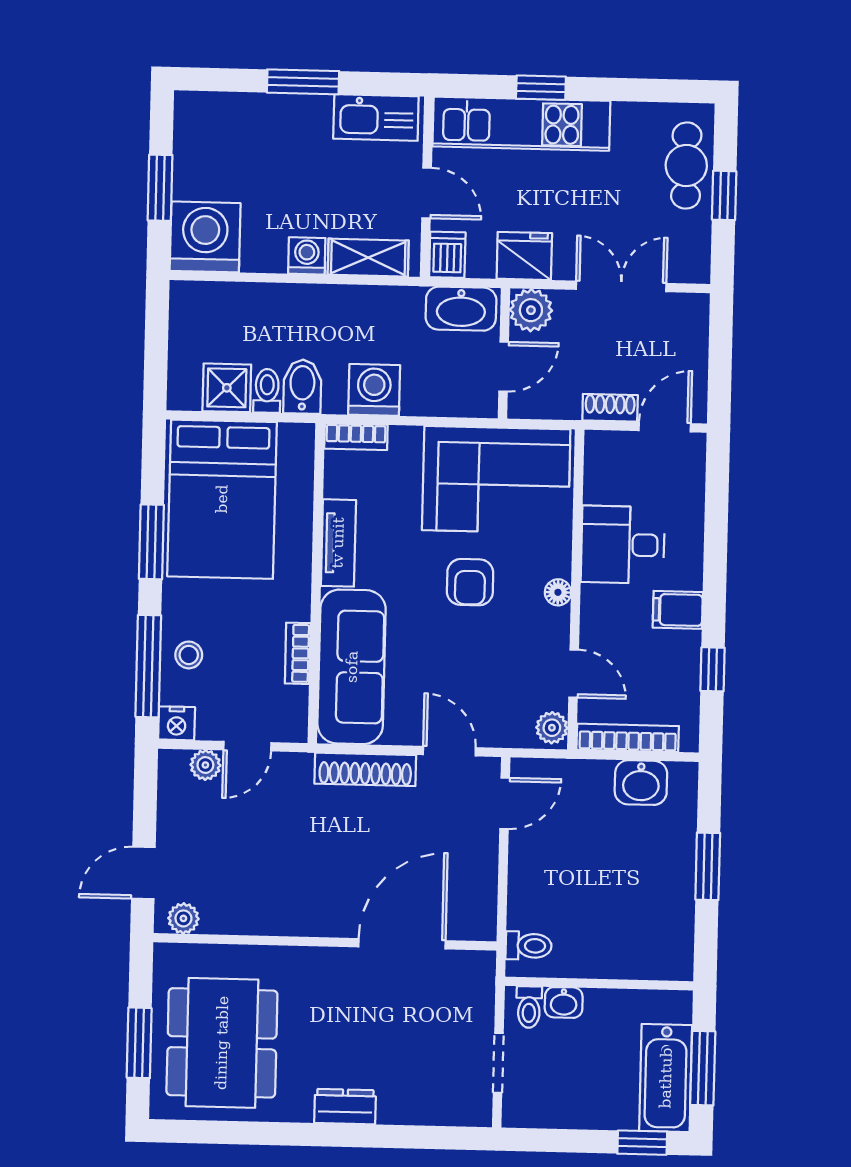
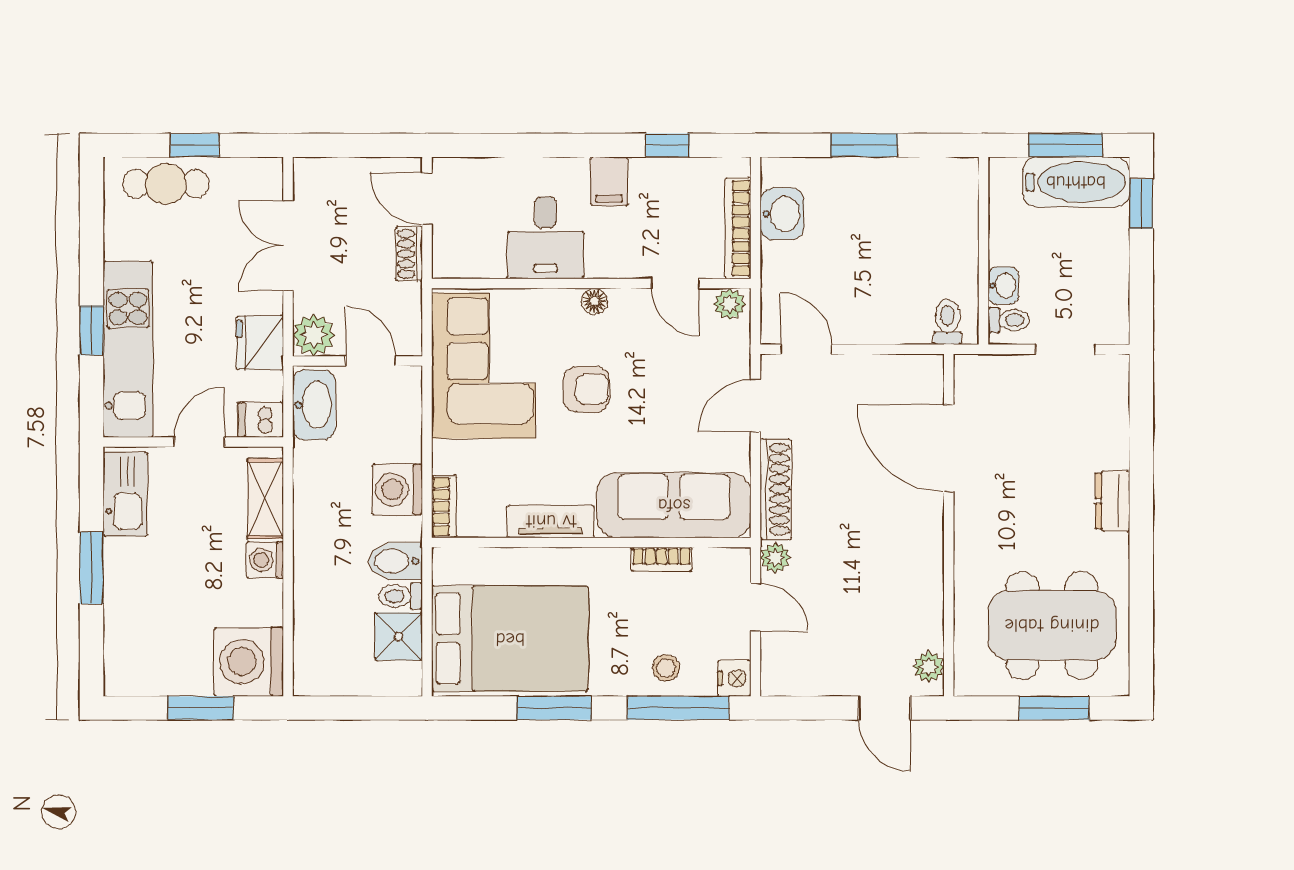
door: (574, 674) -> (675, 284), swing flipped
plant: (205, 765) -> (775, 558), moved

